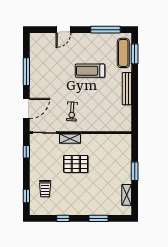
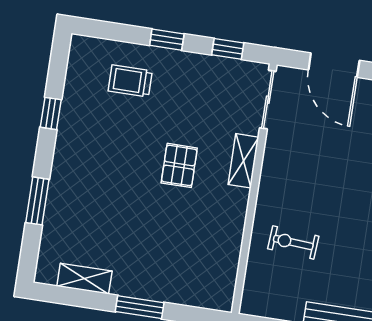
exercise bike: (72, 111) -> (293, 242), moved
pallet: (76, 164) -> (179, 165), width x0.67, depth x0.71
window: (26, 196) -> (167, 40), moved

